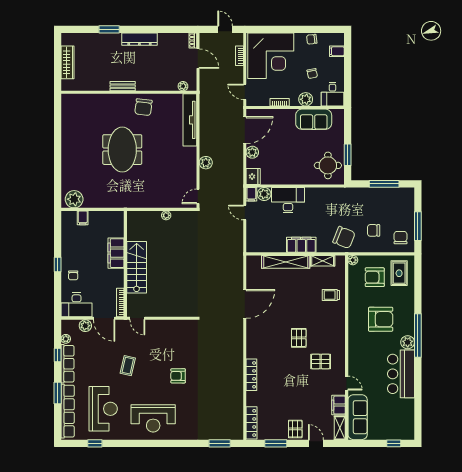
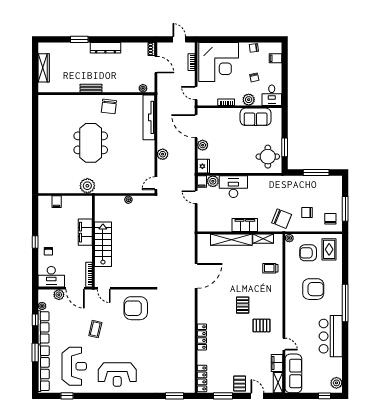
door: (245, 130) -> (196, 126), swing flipped
plant: (74, 199) -> (87, 186), moved
plant: (408, 342) -> (336, 383), moved
armchair: (178, 376) -> (136, 308), moved, width x1.88, depth x1.88

